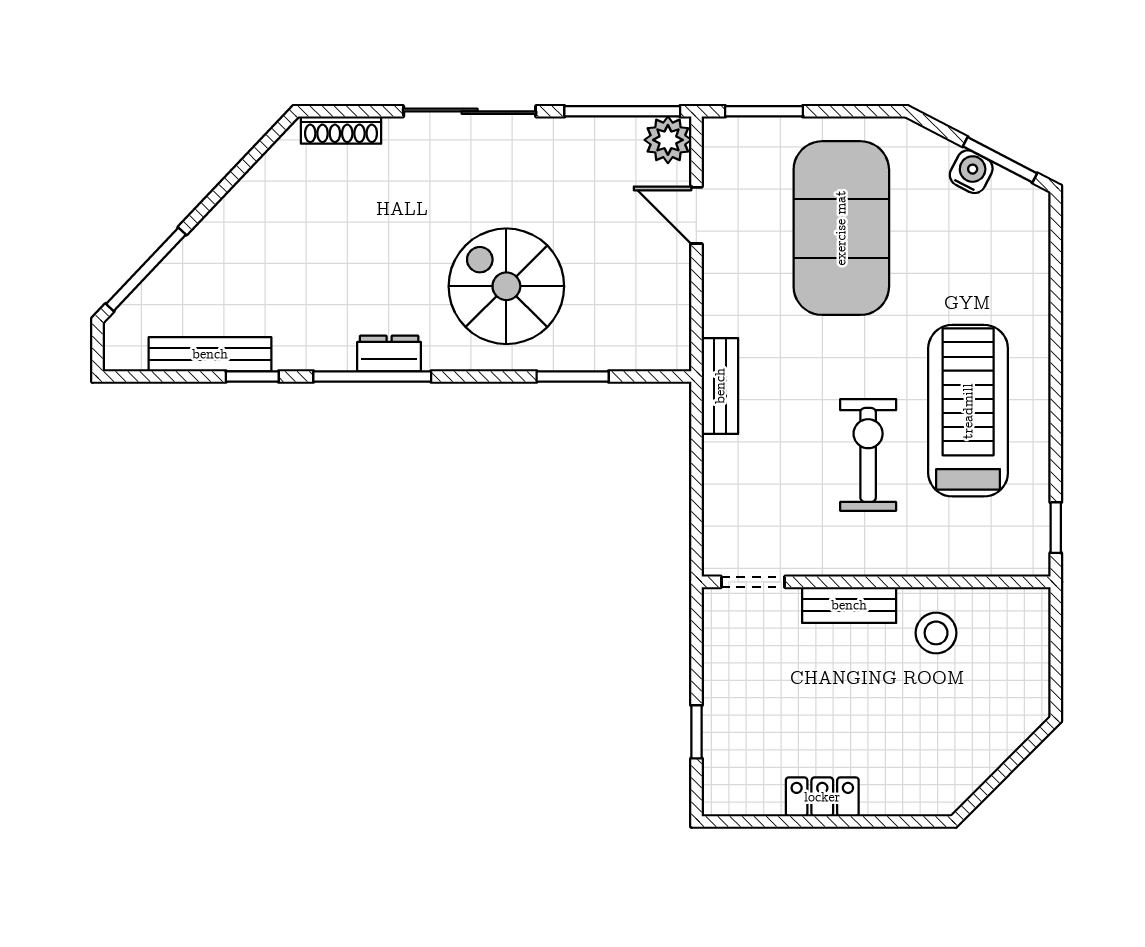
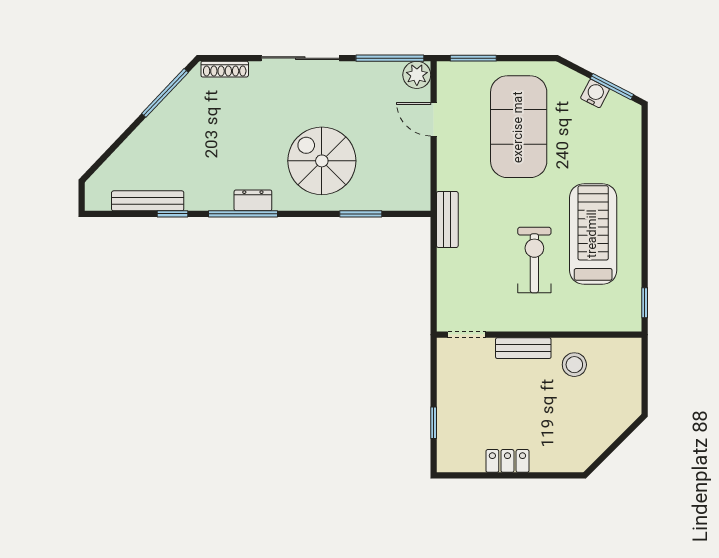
window: (146, 269) -> (165, 93), moved

